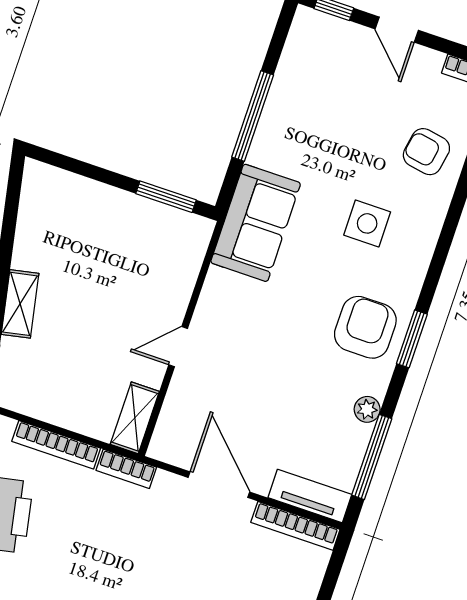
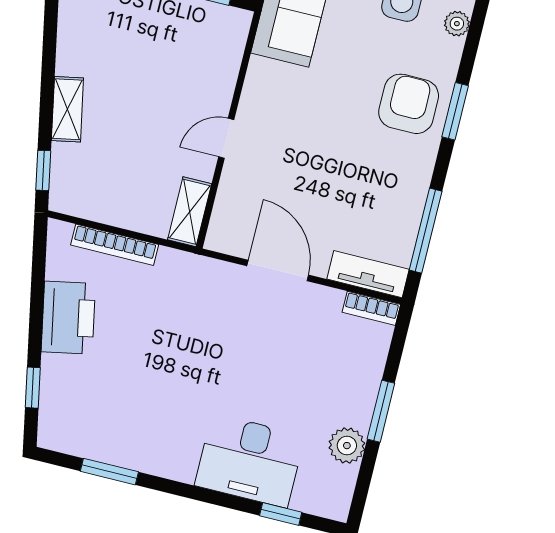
plant: (367, 409) -> (457, 24), moved
bookcase: (126, 469) -> (185, 263), removed
bookcase: (295, 526) -> (371, 308), width x0.64

